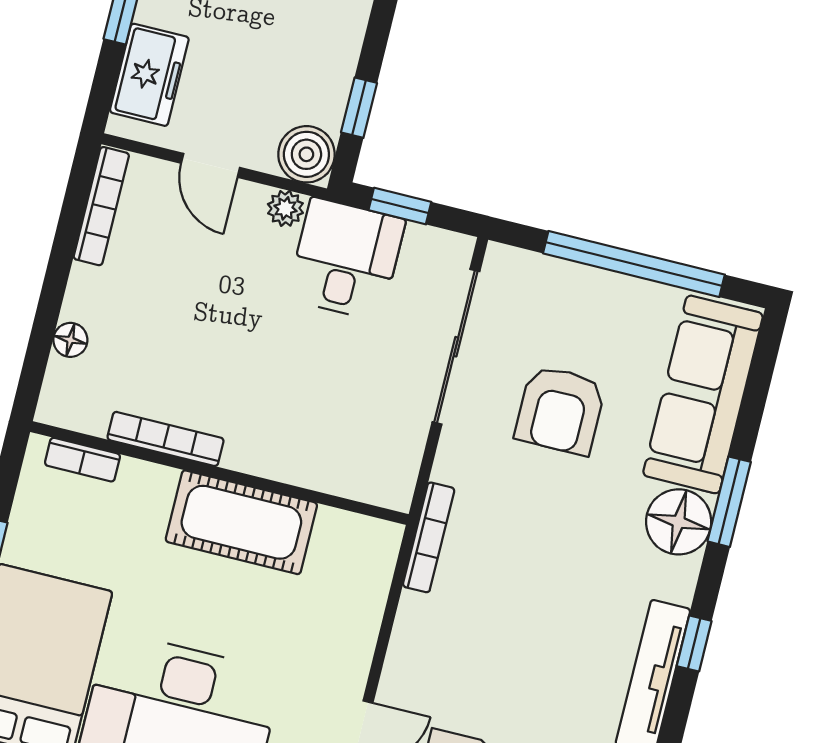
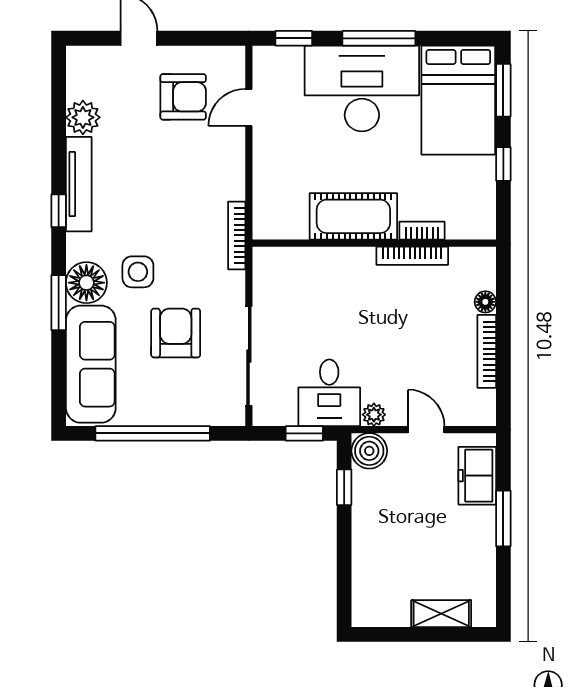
bookcase: (101, 206) -> (487, 351), moved
bookcase: (82, 460) -> (422, 231), moved
side table: (595, 519) -> (138, 272), added

